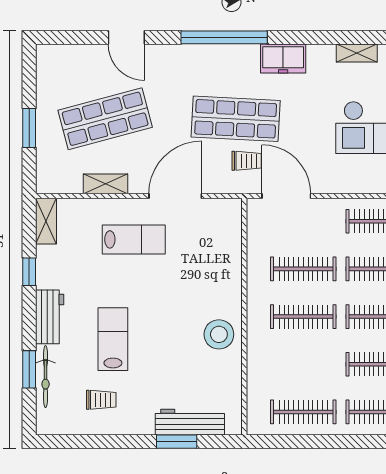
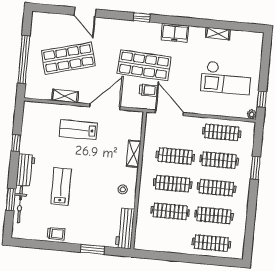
window: (224, 37) -> (142, 17), width x0.32
window: (29, 128) -> (24, 59), width x2.11
shelving: (46, 221) -> (134, 154), moved
lab bench: (134, 239) -> (78, 130), turned 180
stool: (219, 334) -> (123, 189), width x0.53, depth x0.53
trolley: (101, 400) -> (56, 234), moved
clothes rail: (303, 412) -> (170, 211), moved
workbench: (190, 422) -> (125, 228), moved, turned -90

